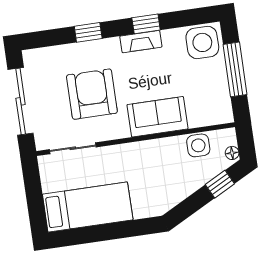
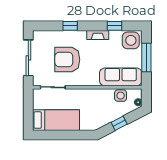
window: (146, 24) -> (114, 26), moved
armchair: (92, 94) -> (67, 60), turned -90
sofa: (157, 117) -> (121, 77), moved, width x1.36
window: (220, 184) -> (119, 123), moved

